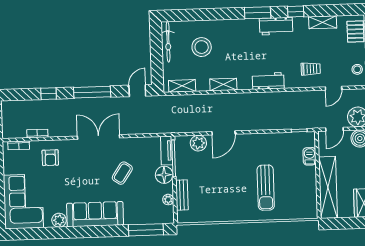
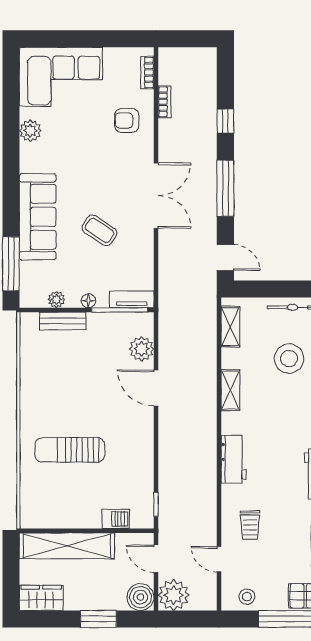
floor lamp: (164, 175) -> (88, 301), width x0.53, depth x0.53
sofa: (95, 214) -> (38, 217), moved

